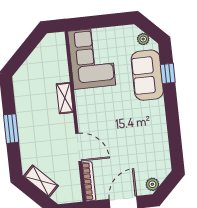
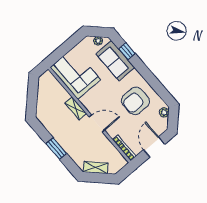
armchair: (138, 137) -> (135, 101), added
door: (78, 147) -> (97, 124), moved
plant: (152, 184) -> (164, 112), moved

